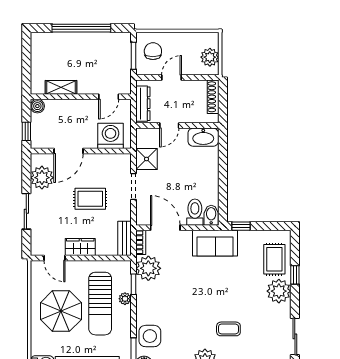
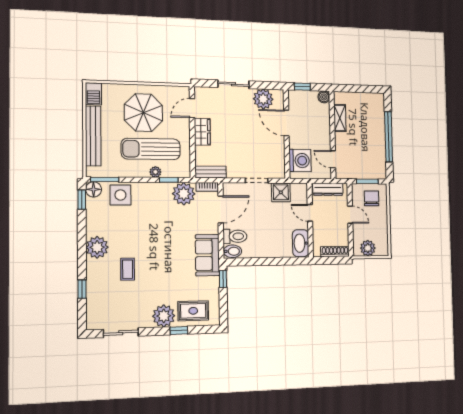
chair: (153, 51) -> (372, 198), turned -90
rug: (90, 199) -> (245, 142), removed

